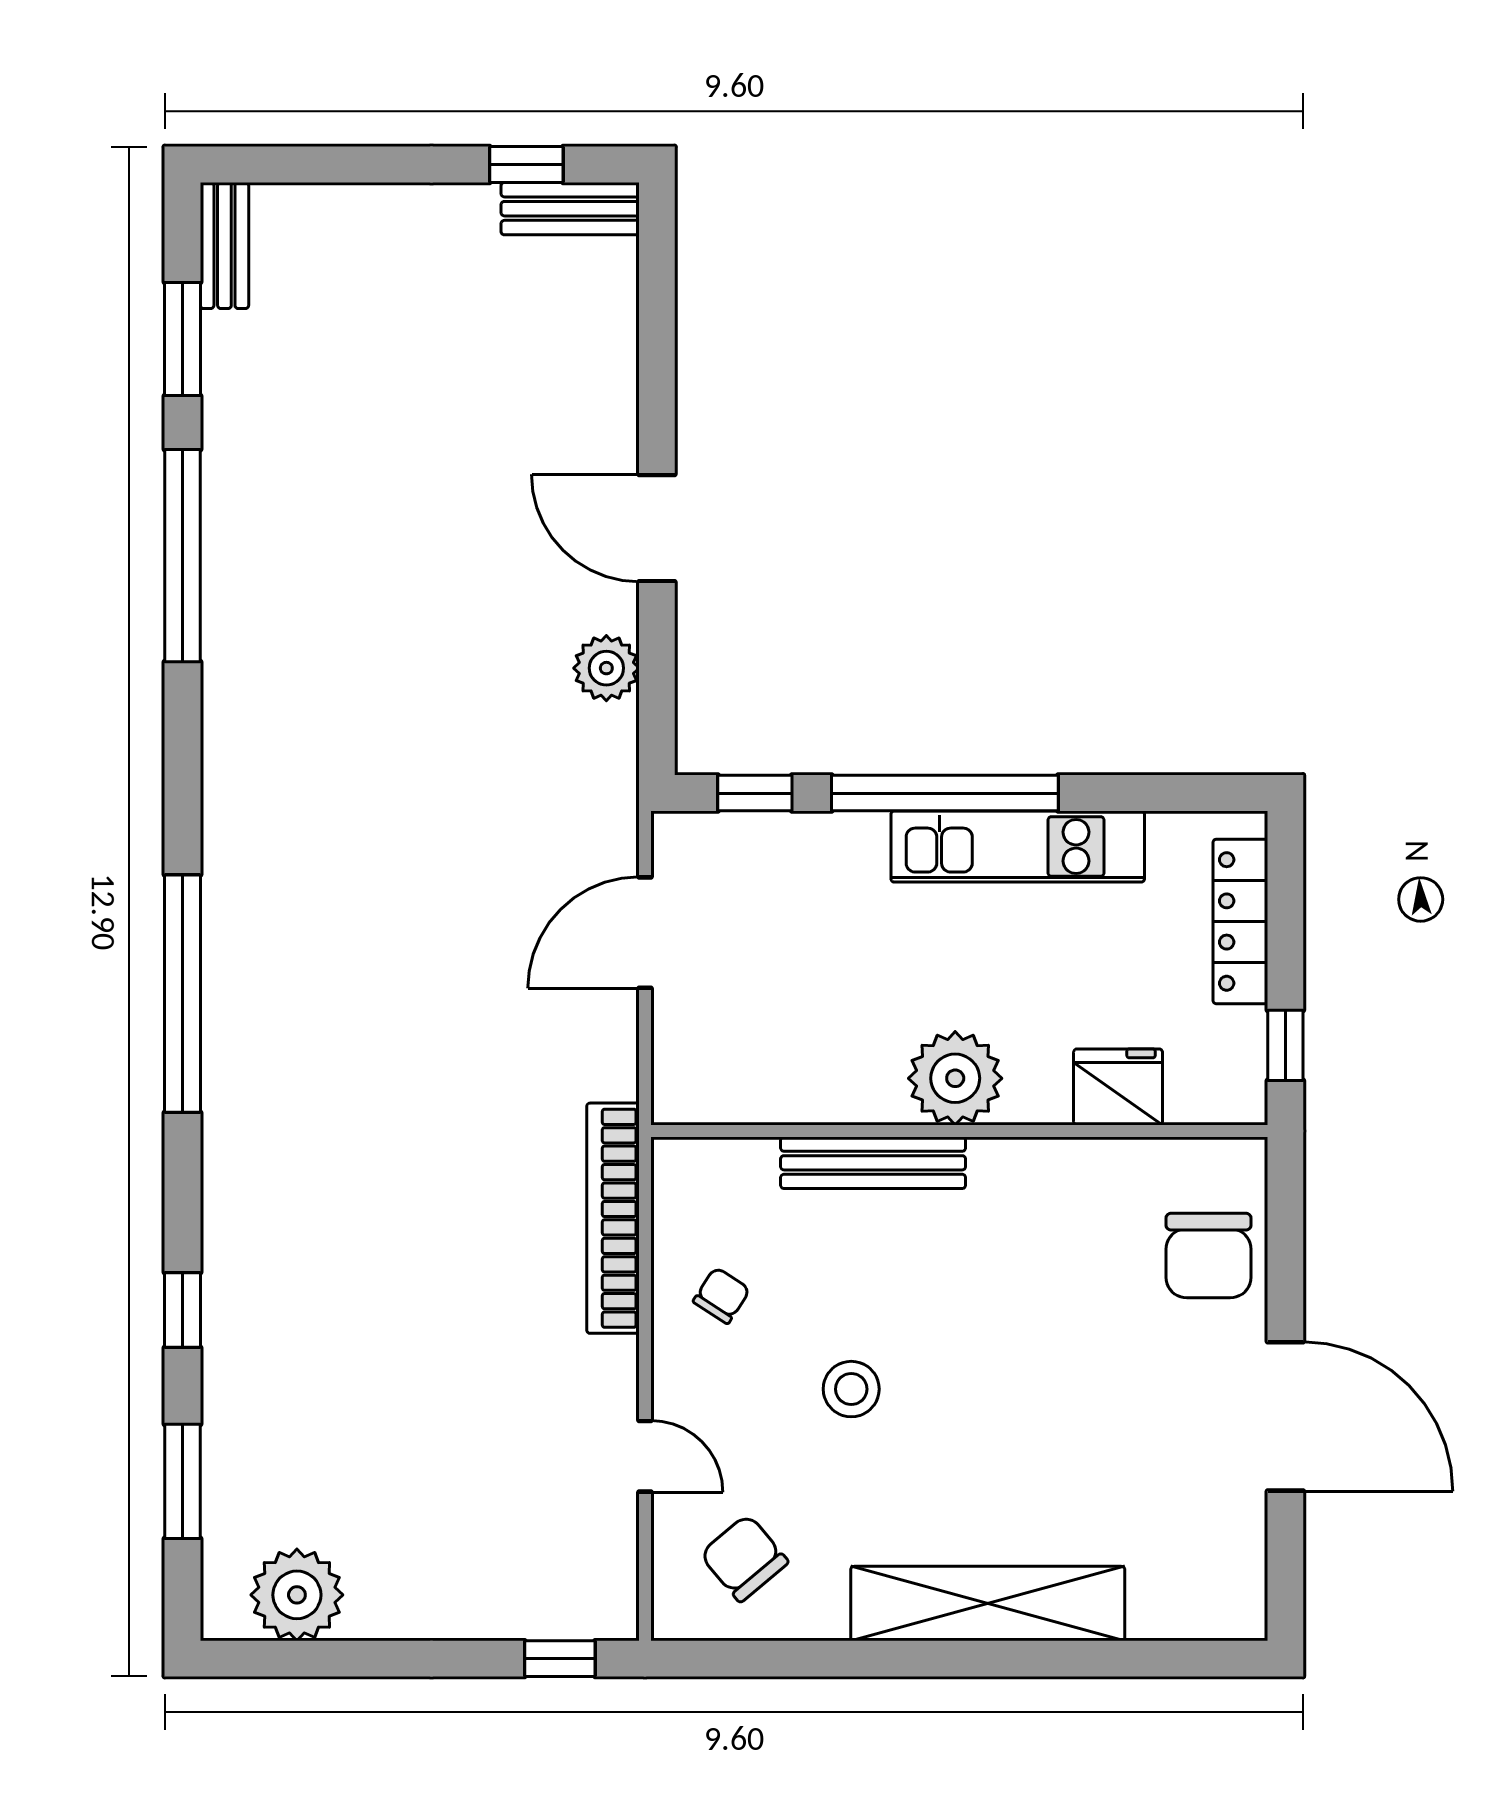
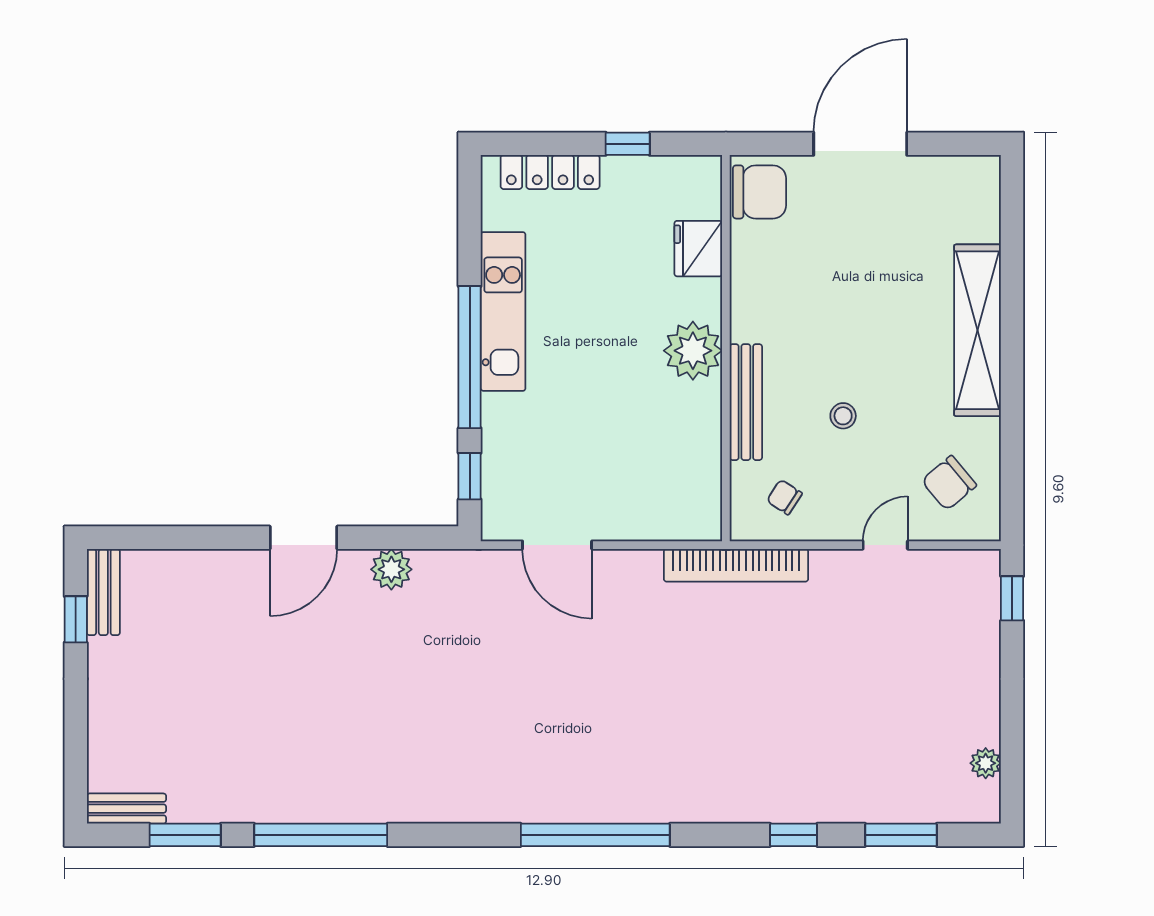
plant: (955, 1078) -> (693, 351), moved
fridge: (1118, 1087) -> (698, 249), moved
wall: (959, 1131) -> (726, 348), moved
bench: (873, 1163) -> (746, 402), moved
stool: (851, 1389) -> (843, 416), width x0.73, depth x0.73
plant: (297, 1595) -> (986, 763), width x0.53, depth x0.53

